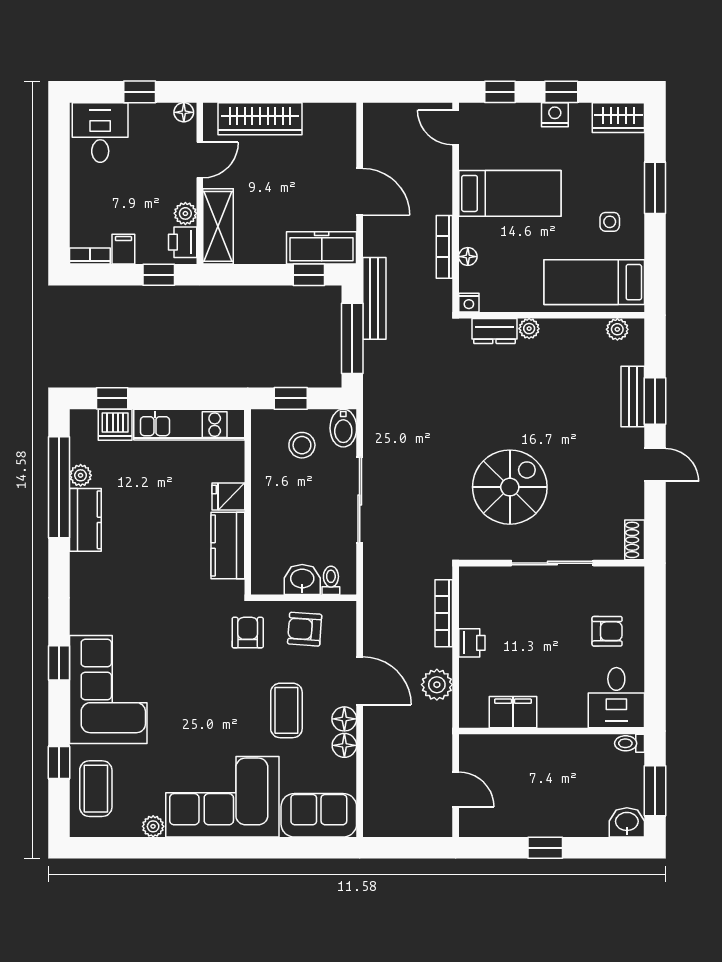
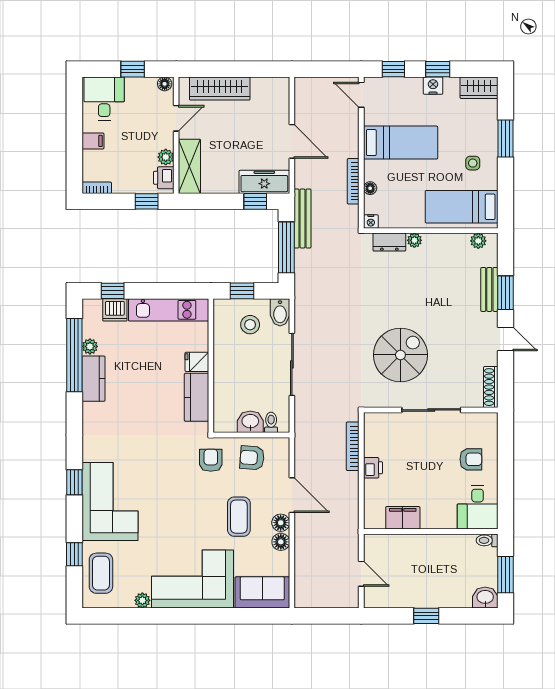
filing cabinet: (123, 249) -> (93, 141), moved, turned 90
shoe rack: (635, 540) -> (491, 387), width x1.43
plant: (437, 685) -> (348, 498), removed

